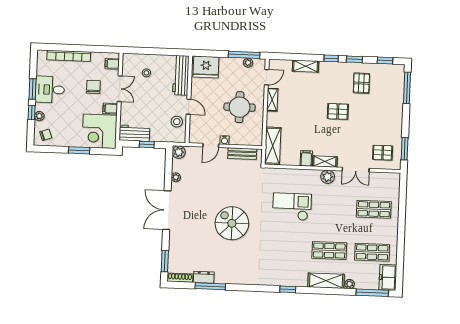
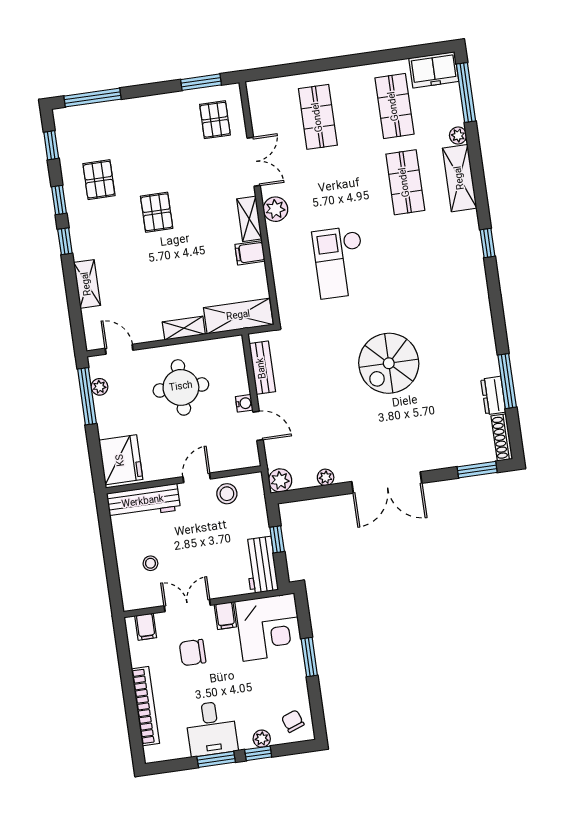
pallet: (361, 83) -> (99, 180), turned 90
shelving: (272, 100) -> (184, 328), moved

